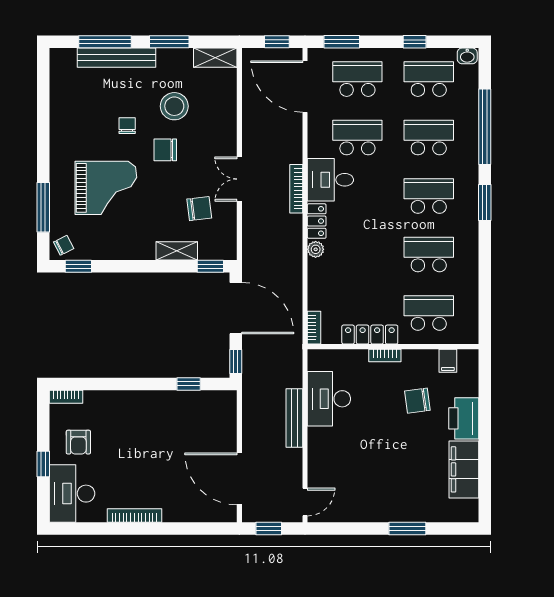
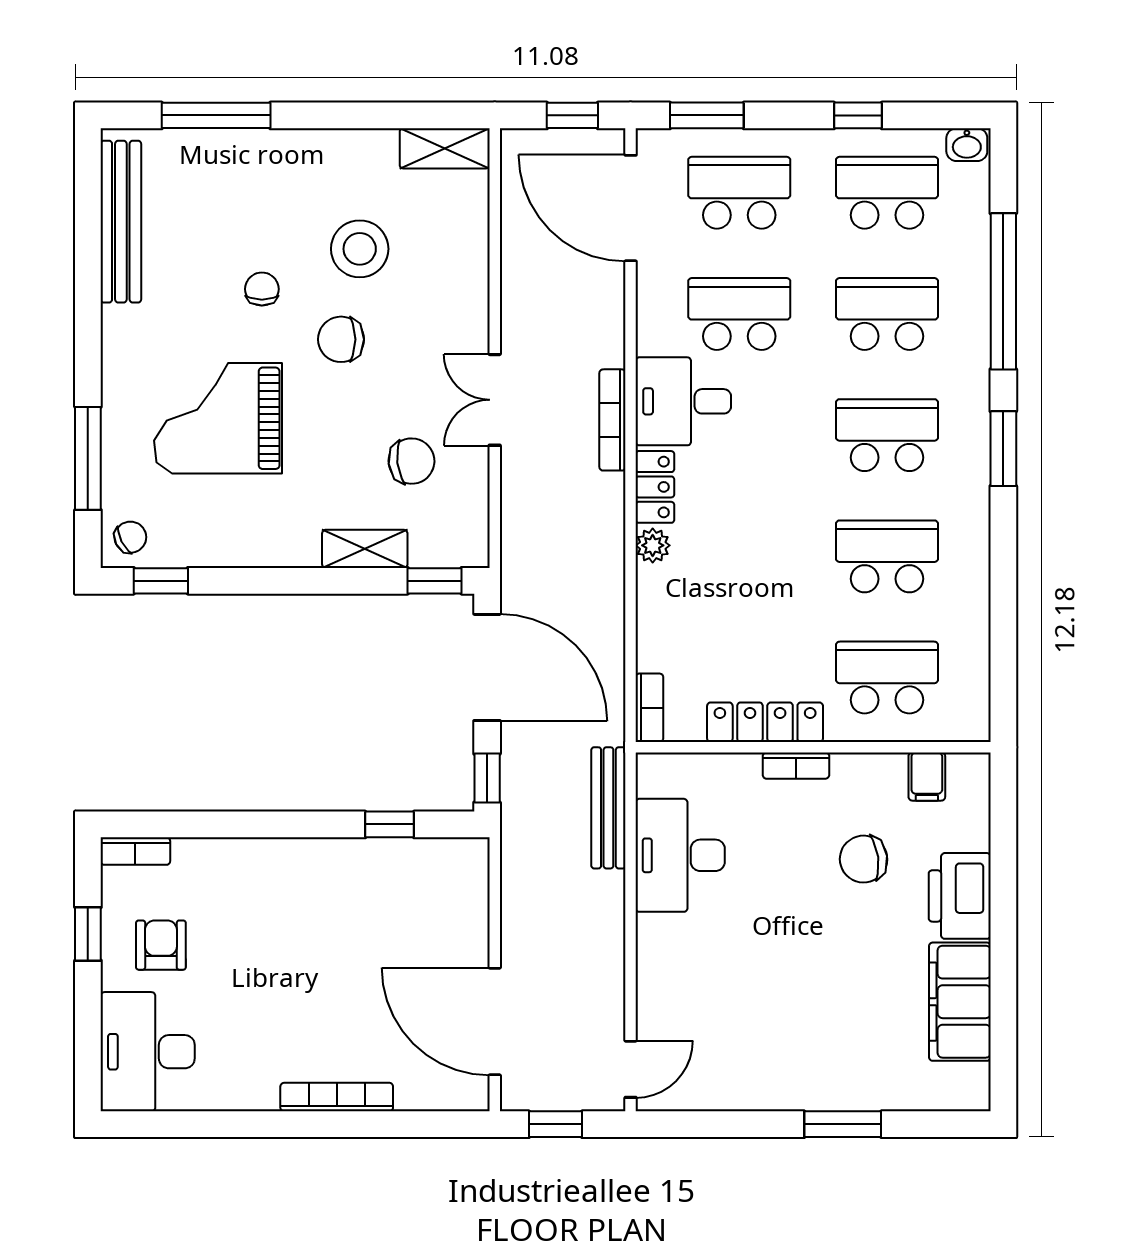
window: (169, 42) -> (349, 115), removed
bench: (116, 58) -> (121, 222), moved, turned 90
grand piano: (106, 188) -> (218, 418), turned 180
bench: (294, 418) -> (608, 808), moved
armchair: (78, 442) -> (161, 945), turned 180
window: (43, 464) -> (88, 934), moved
bookcase: (134, 515) -> (337, 1097), moved

